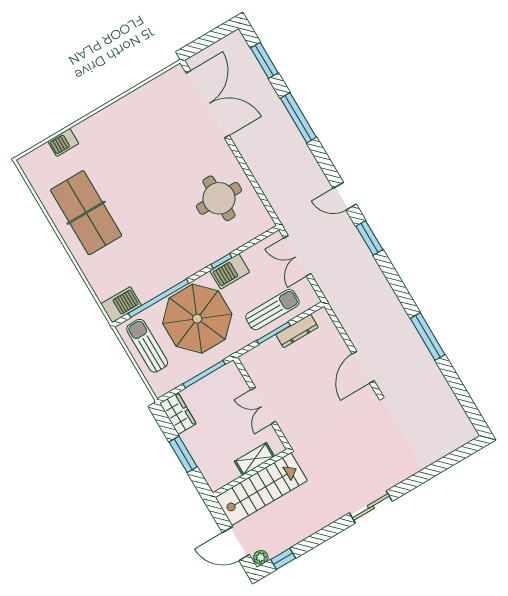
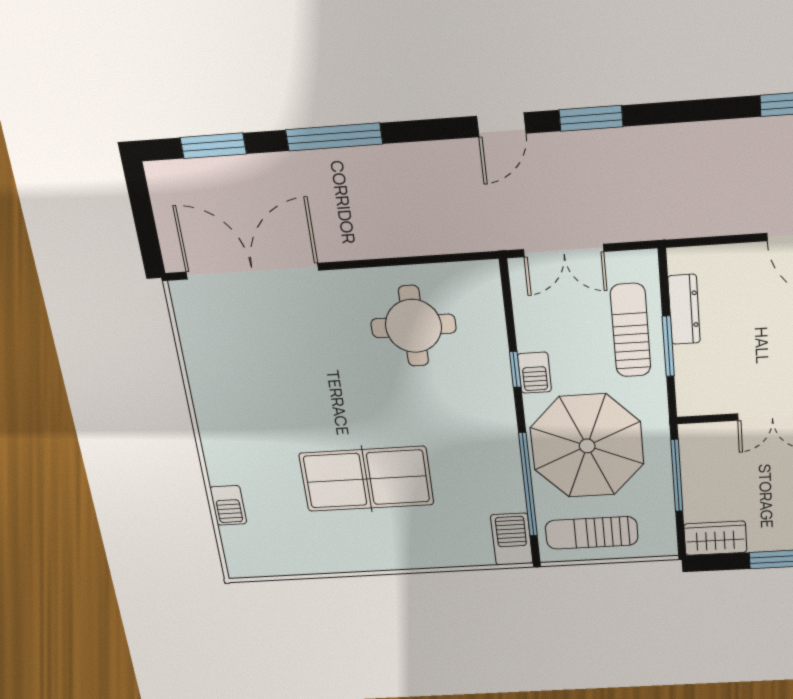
table tennis table: (86, 213) -> (367, 479), moved
barbecue: (230, 271) -> (535, 373), width x0.73, depth x0.79

